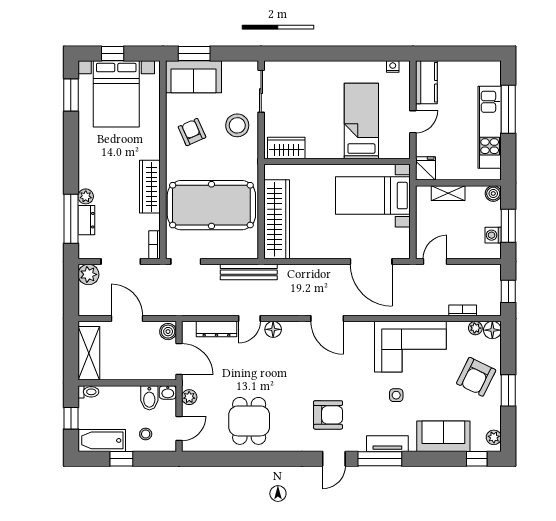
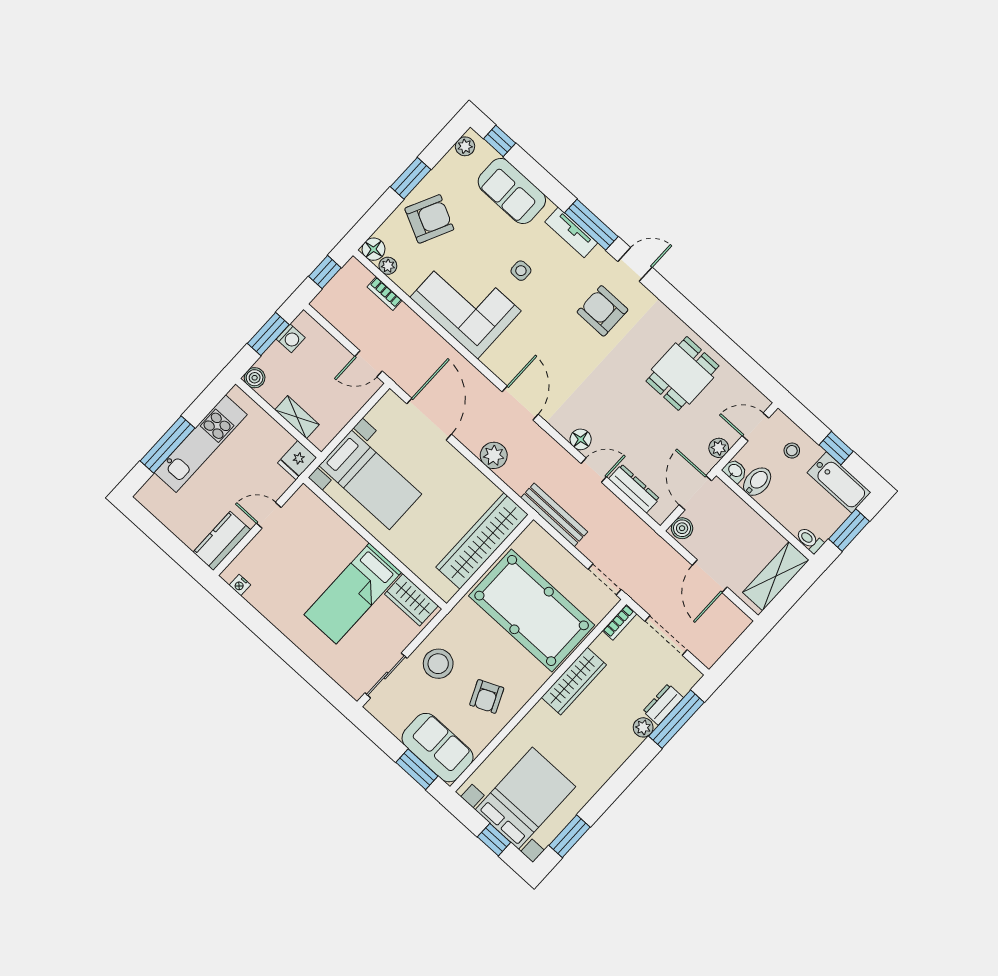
bed: (361, 121) -> (353, 593), moved
plant: (88, 274) -> (494, 455), moved
window: (71, 418) -> (849, 530), width x1.50

